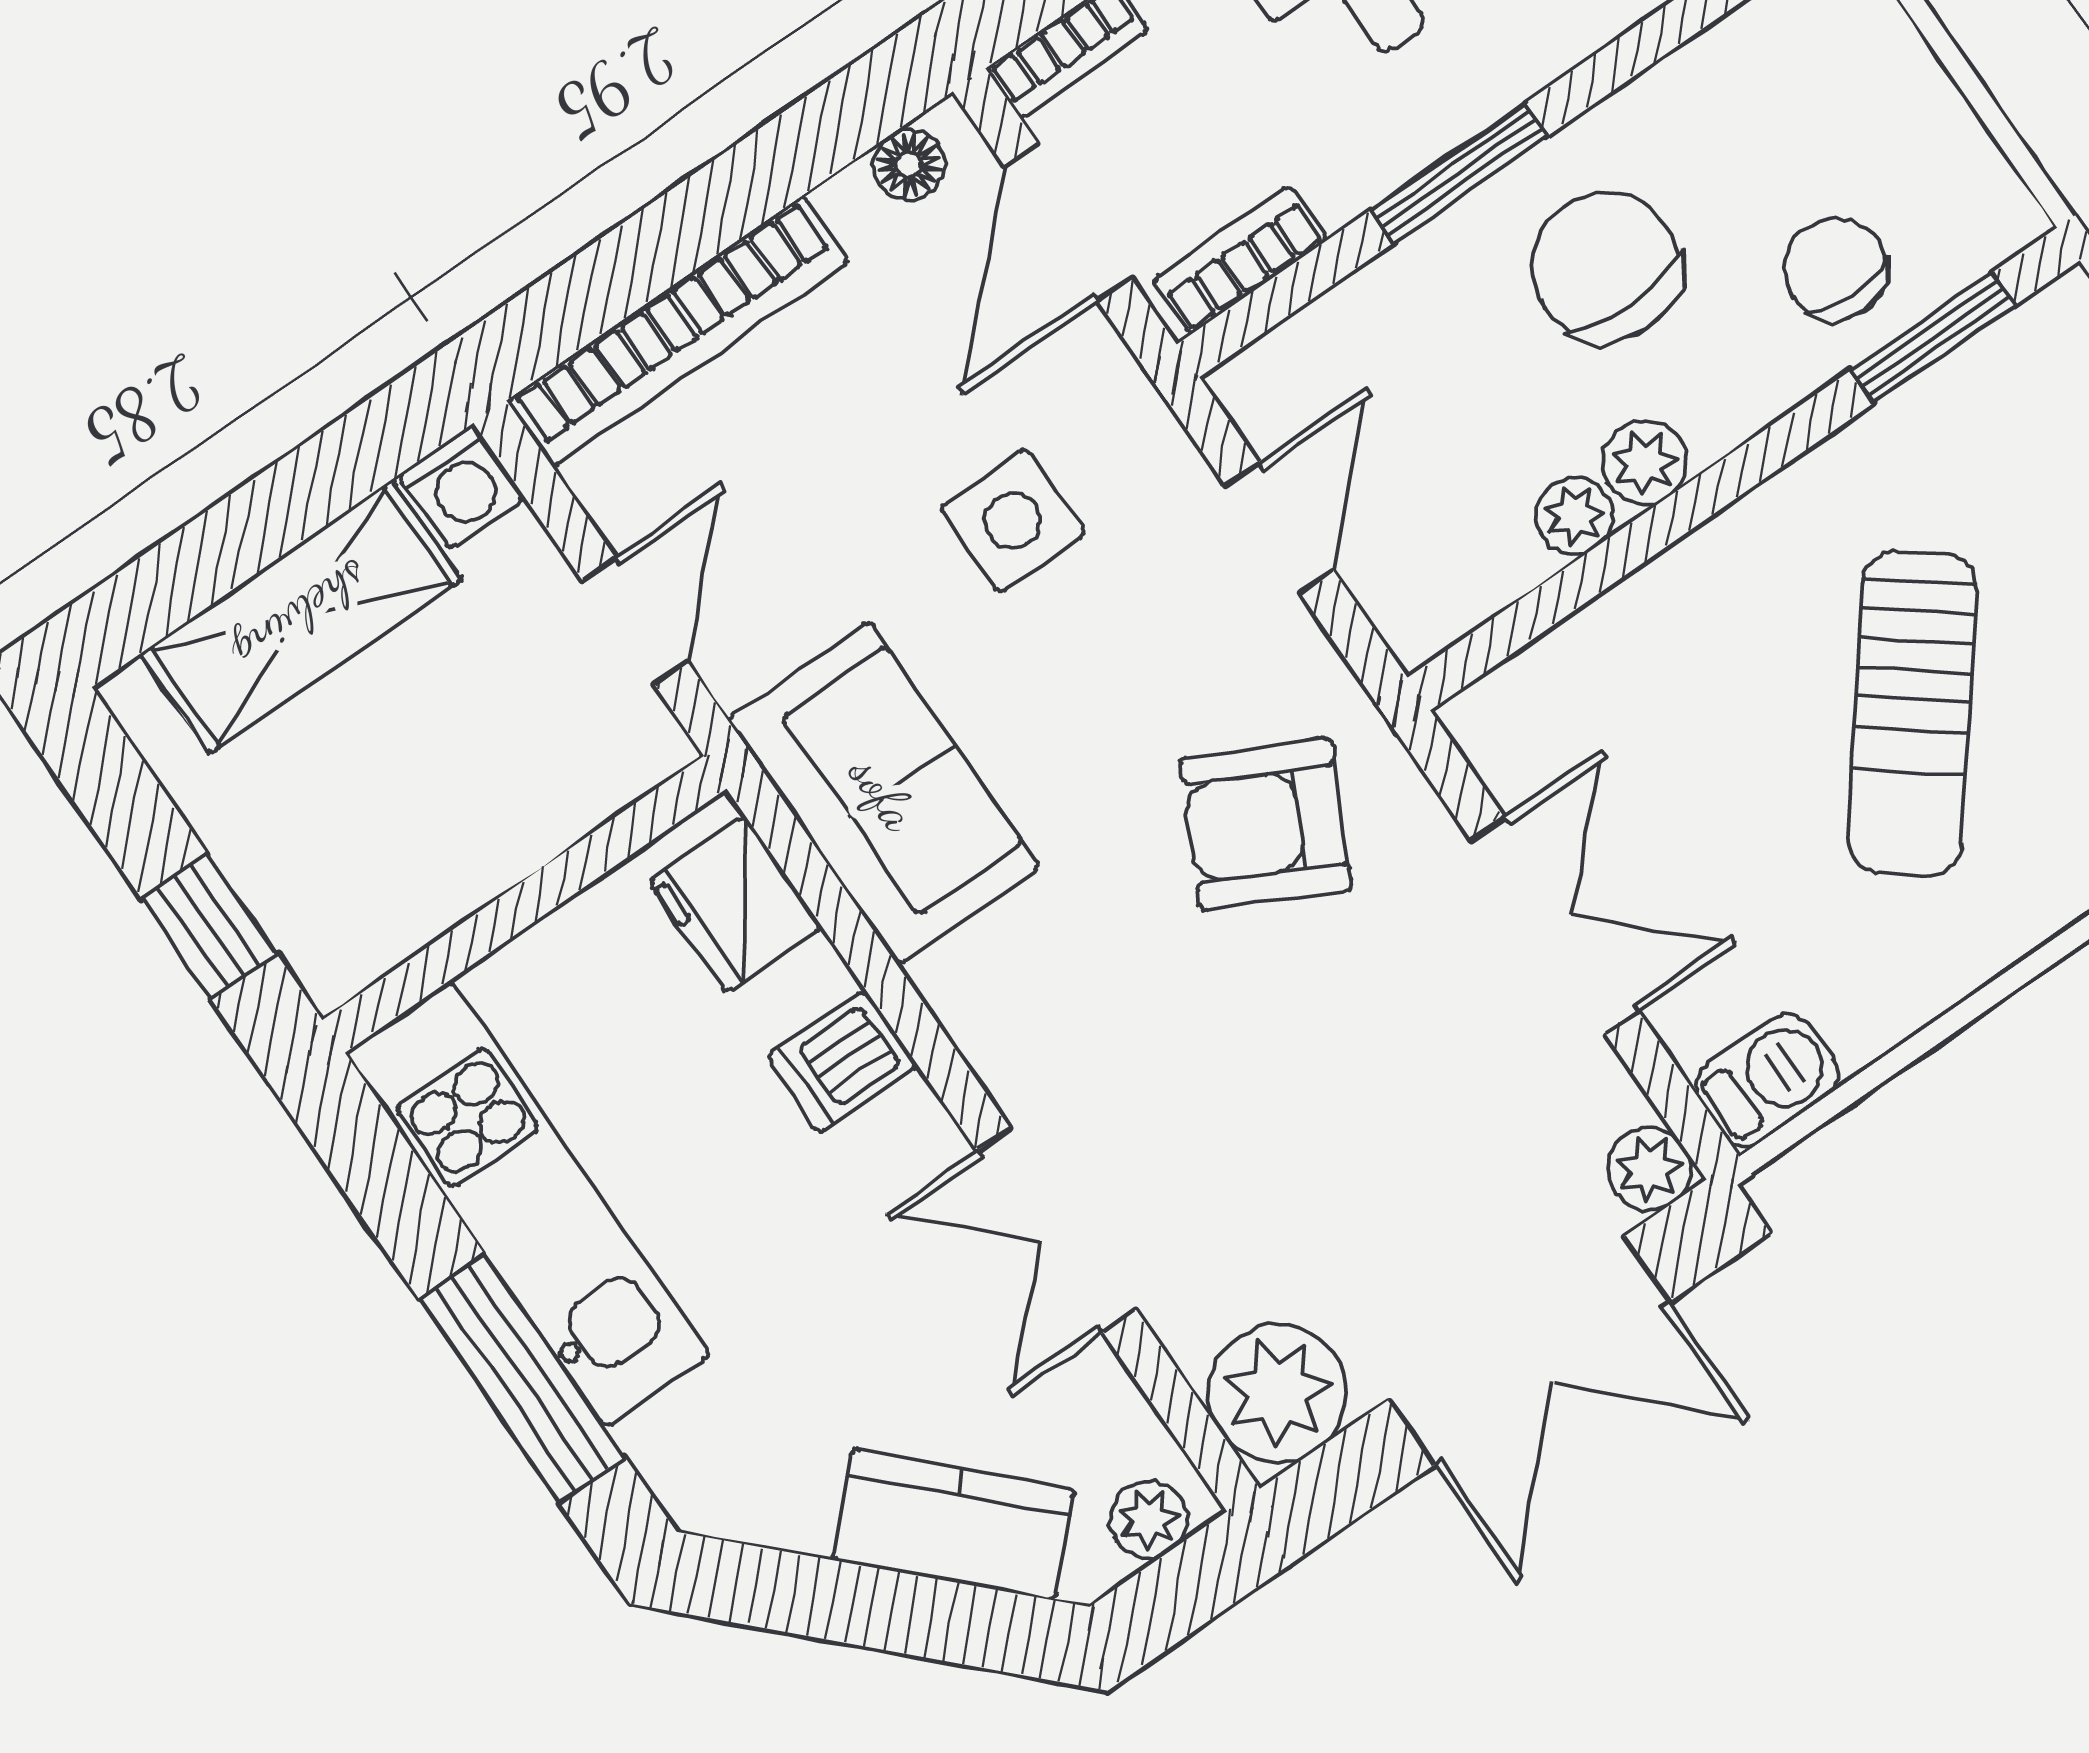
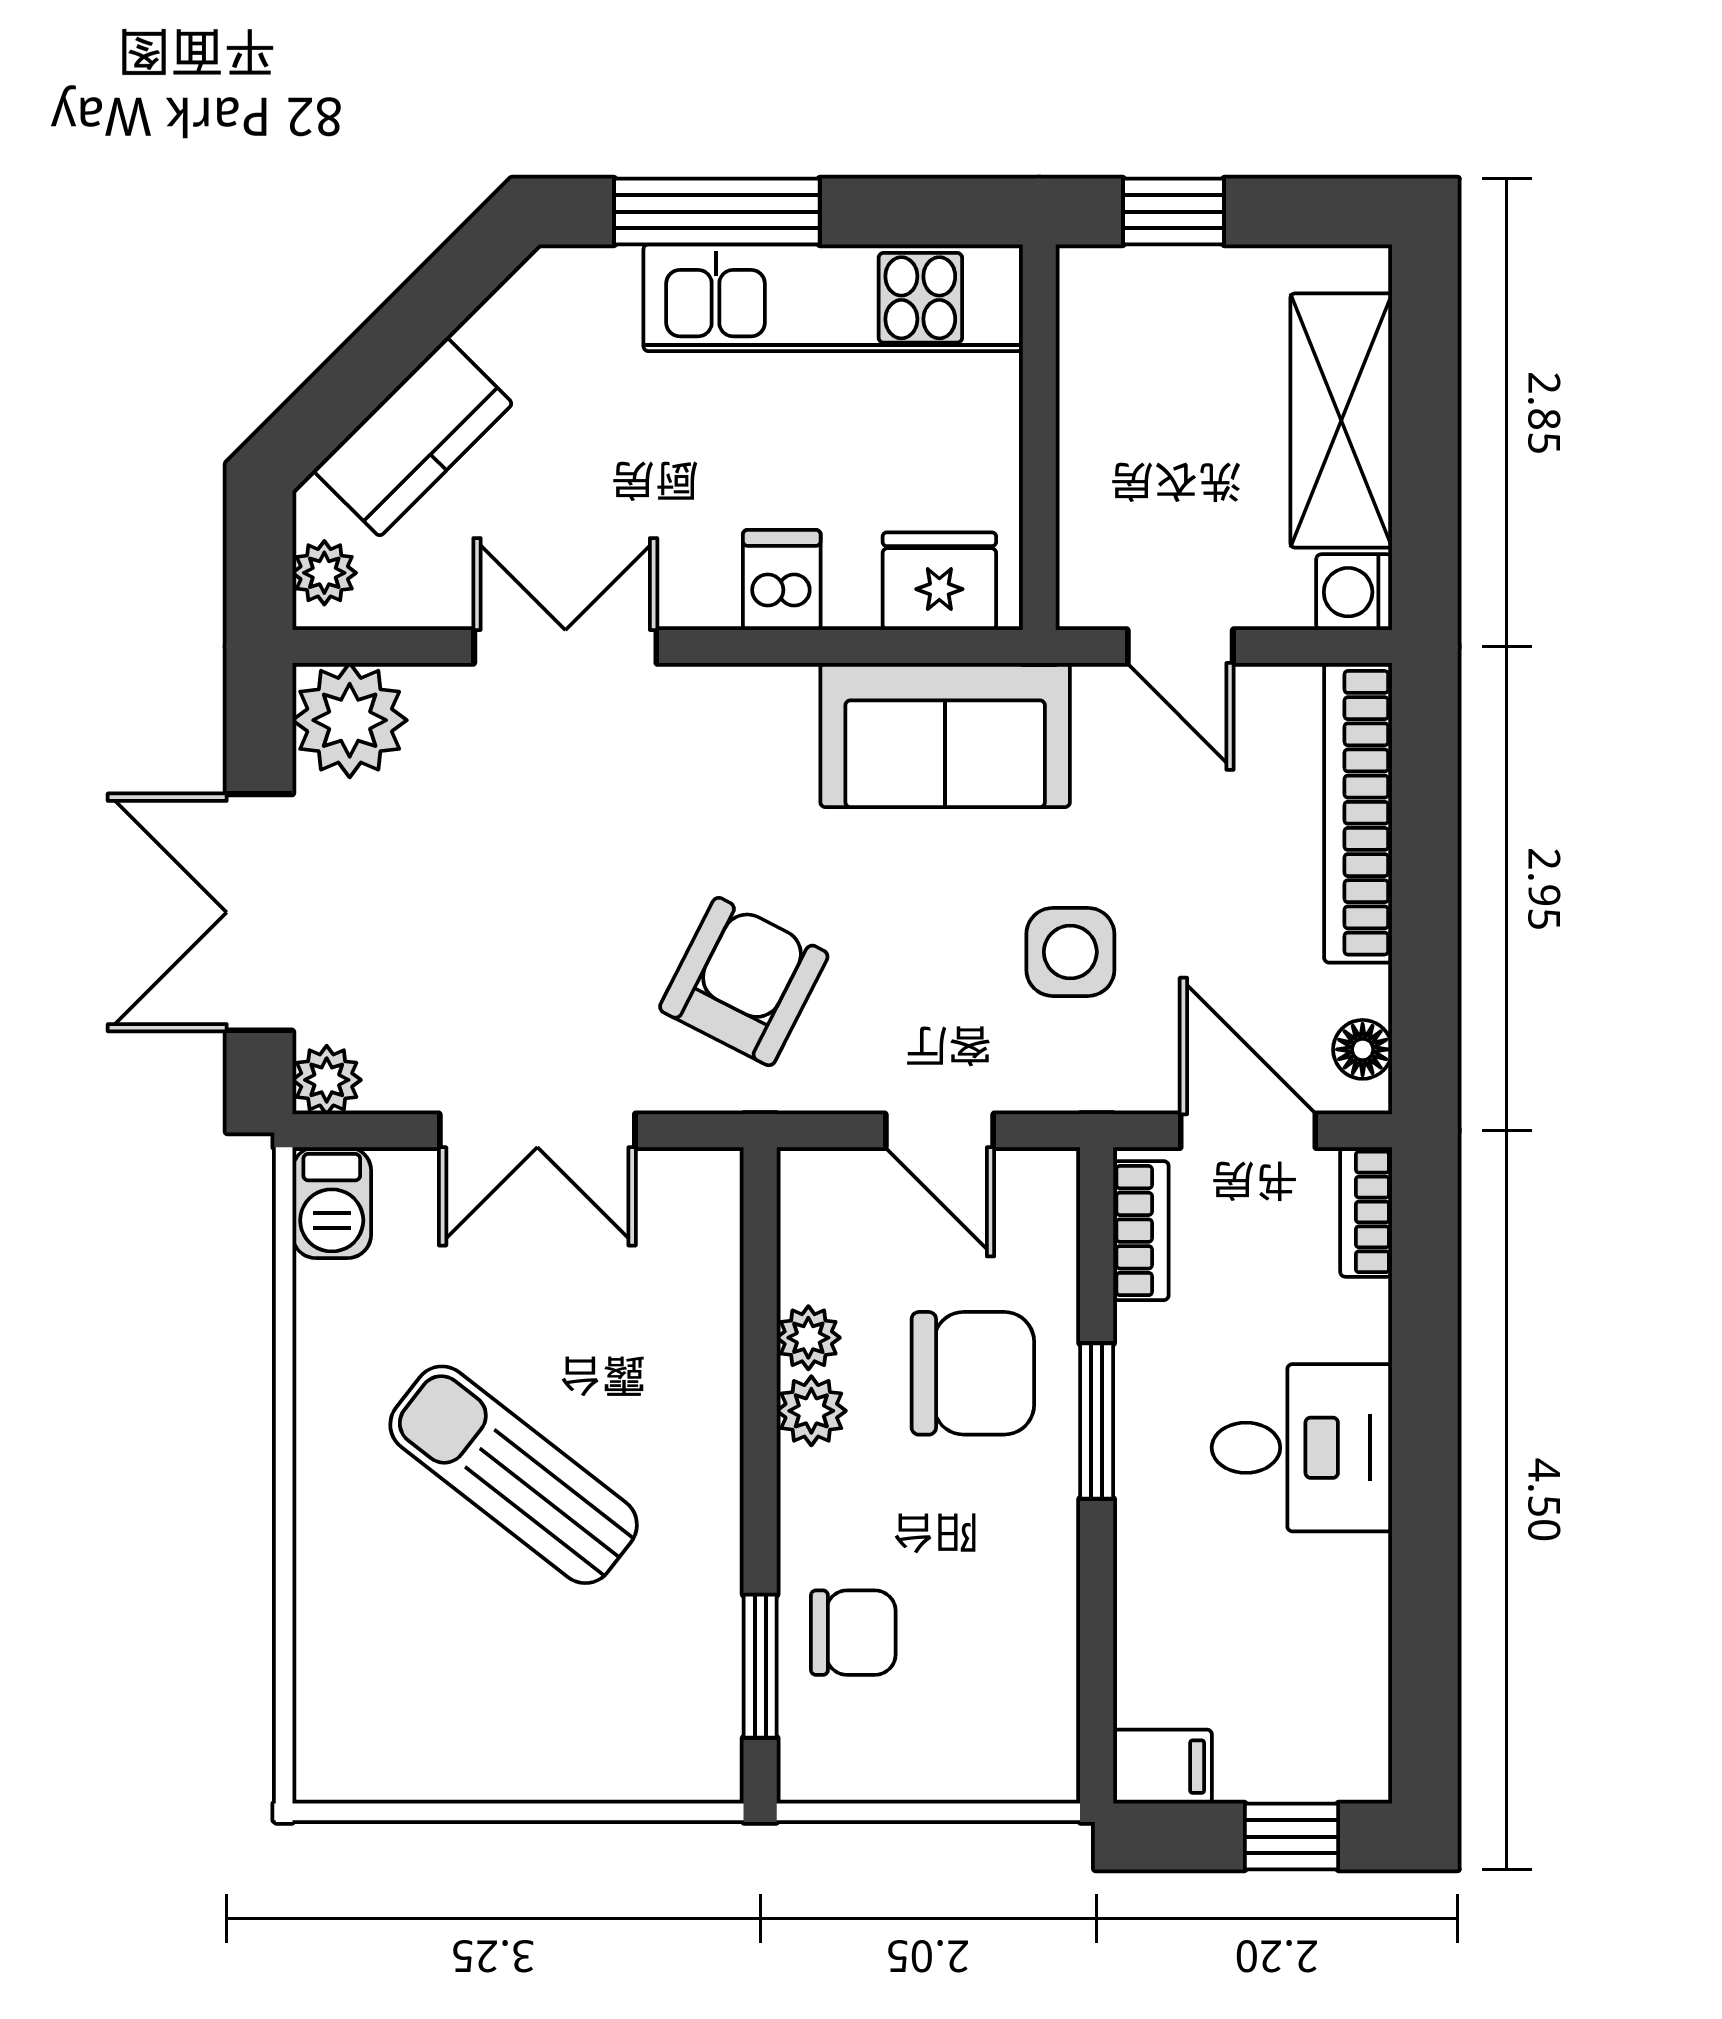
chair: (1606, 267) -> (973, 1373), moved

